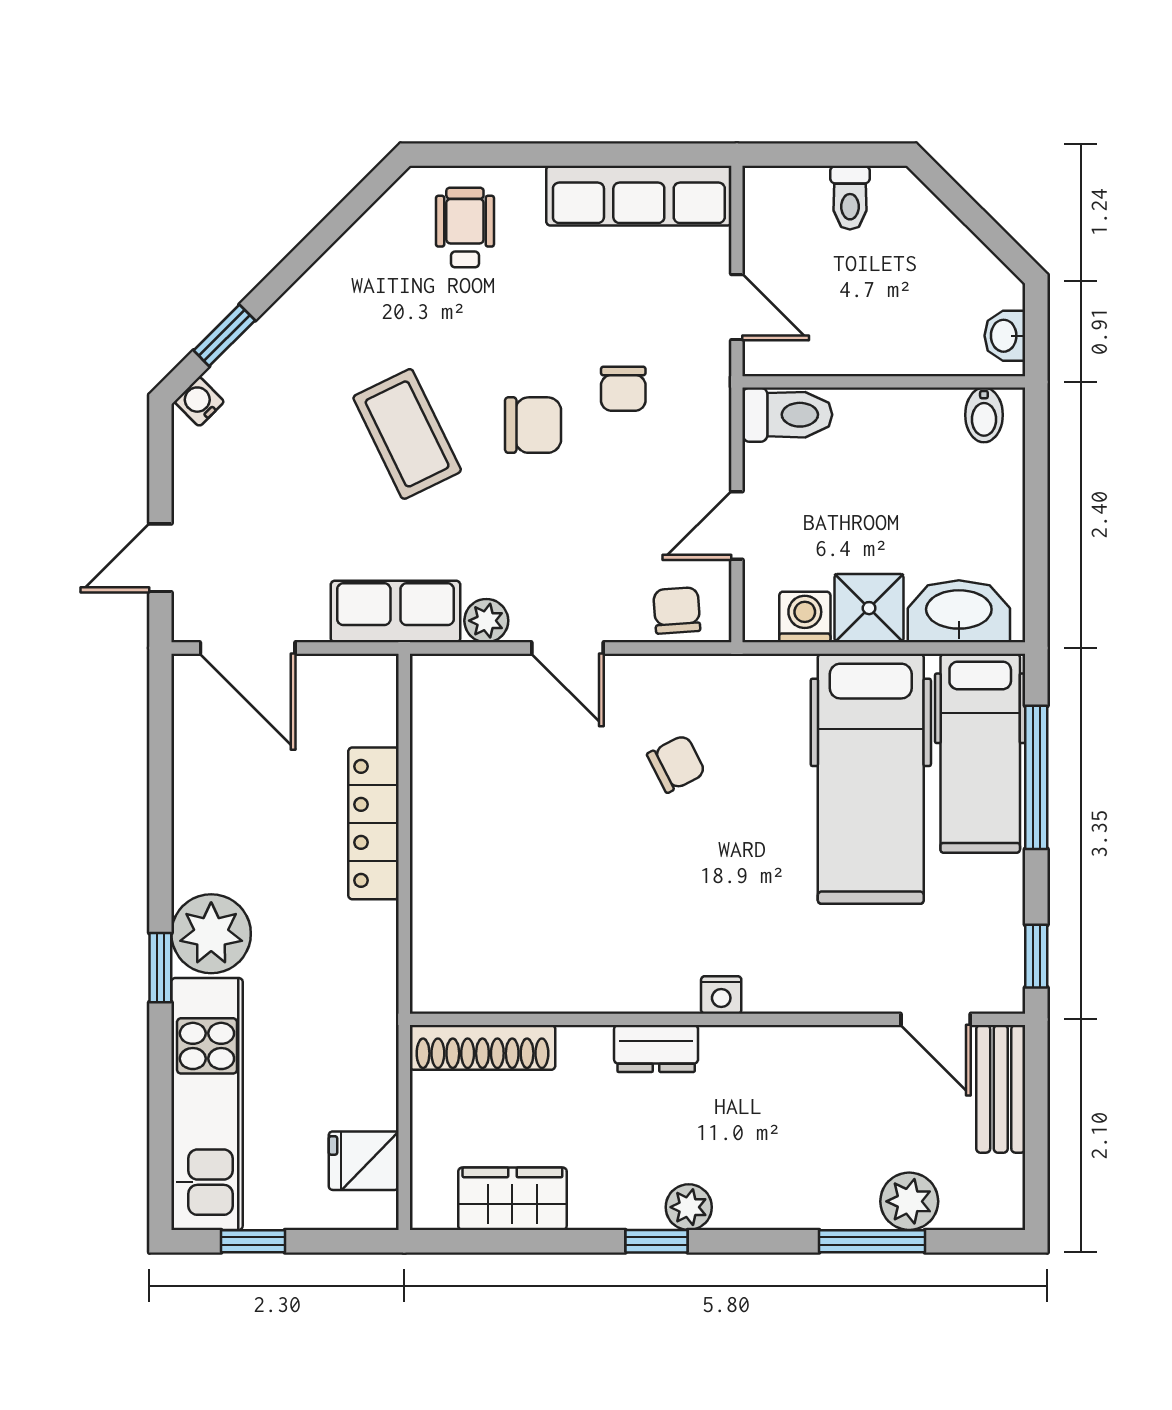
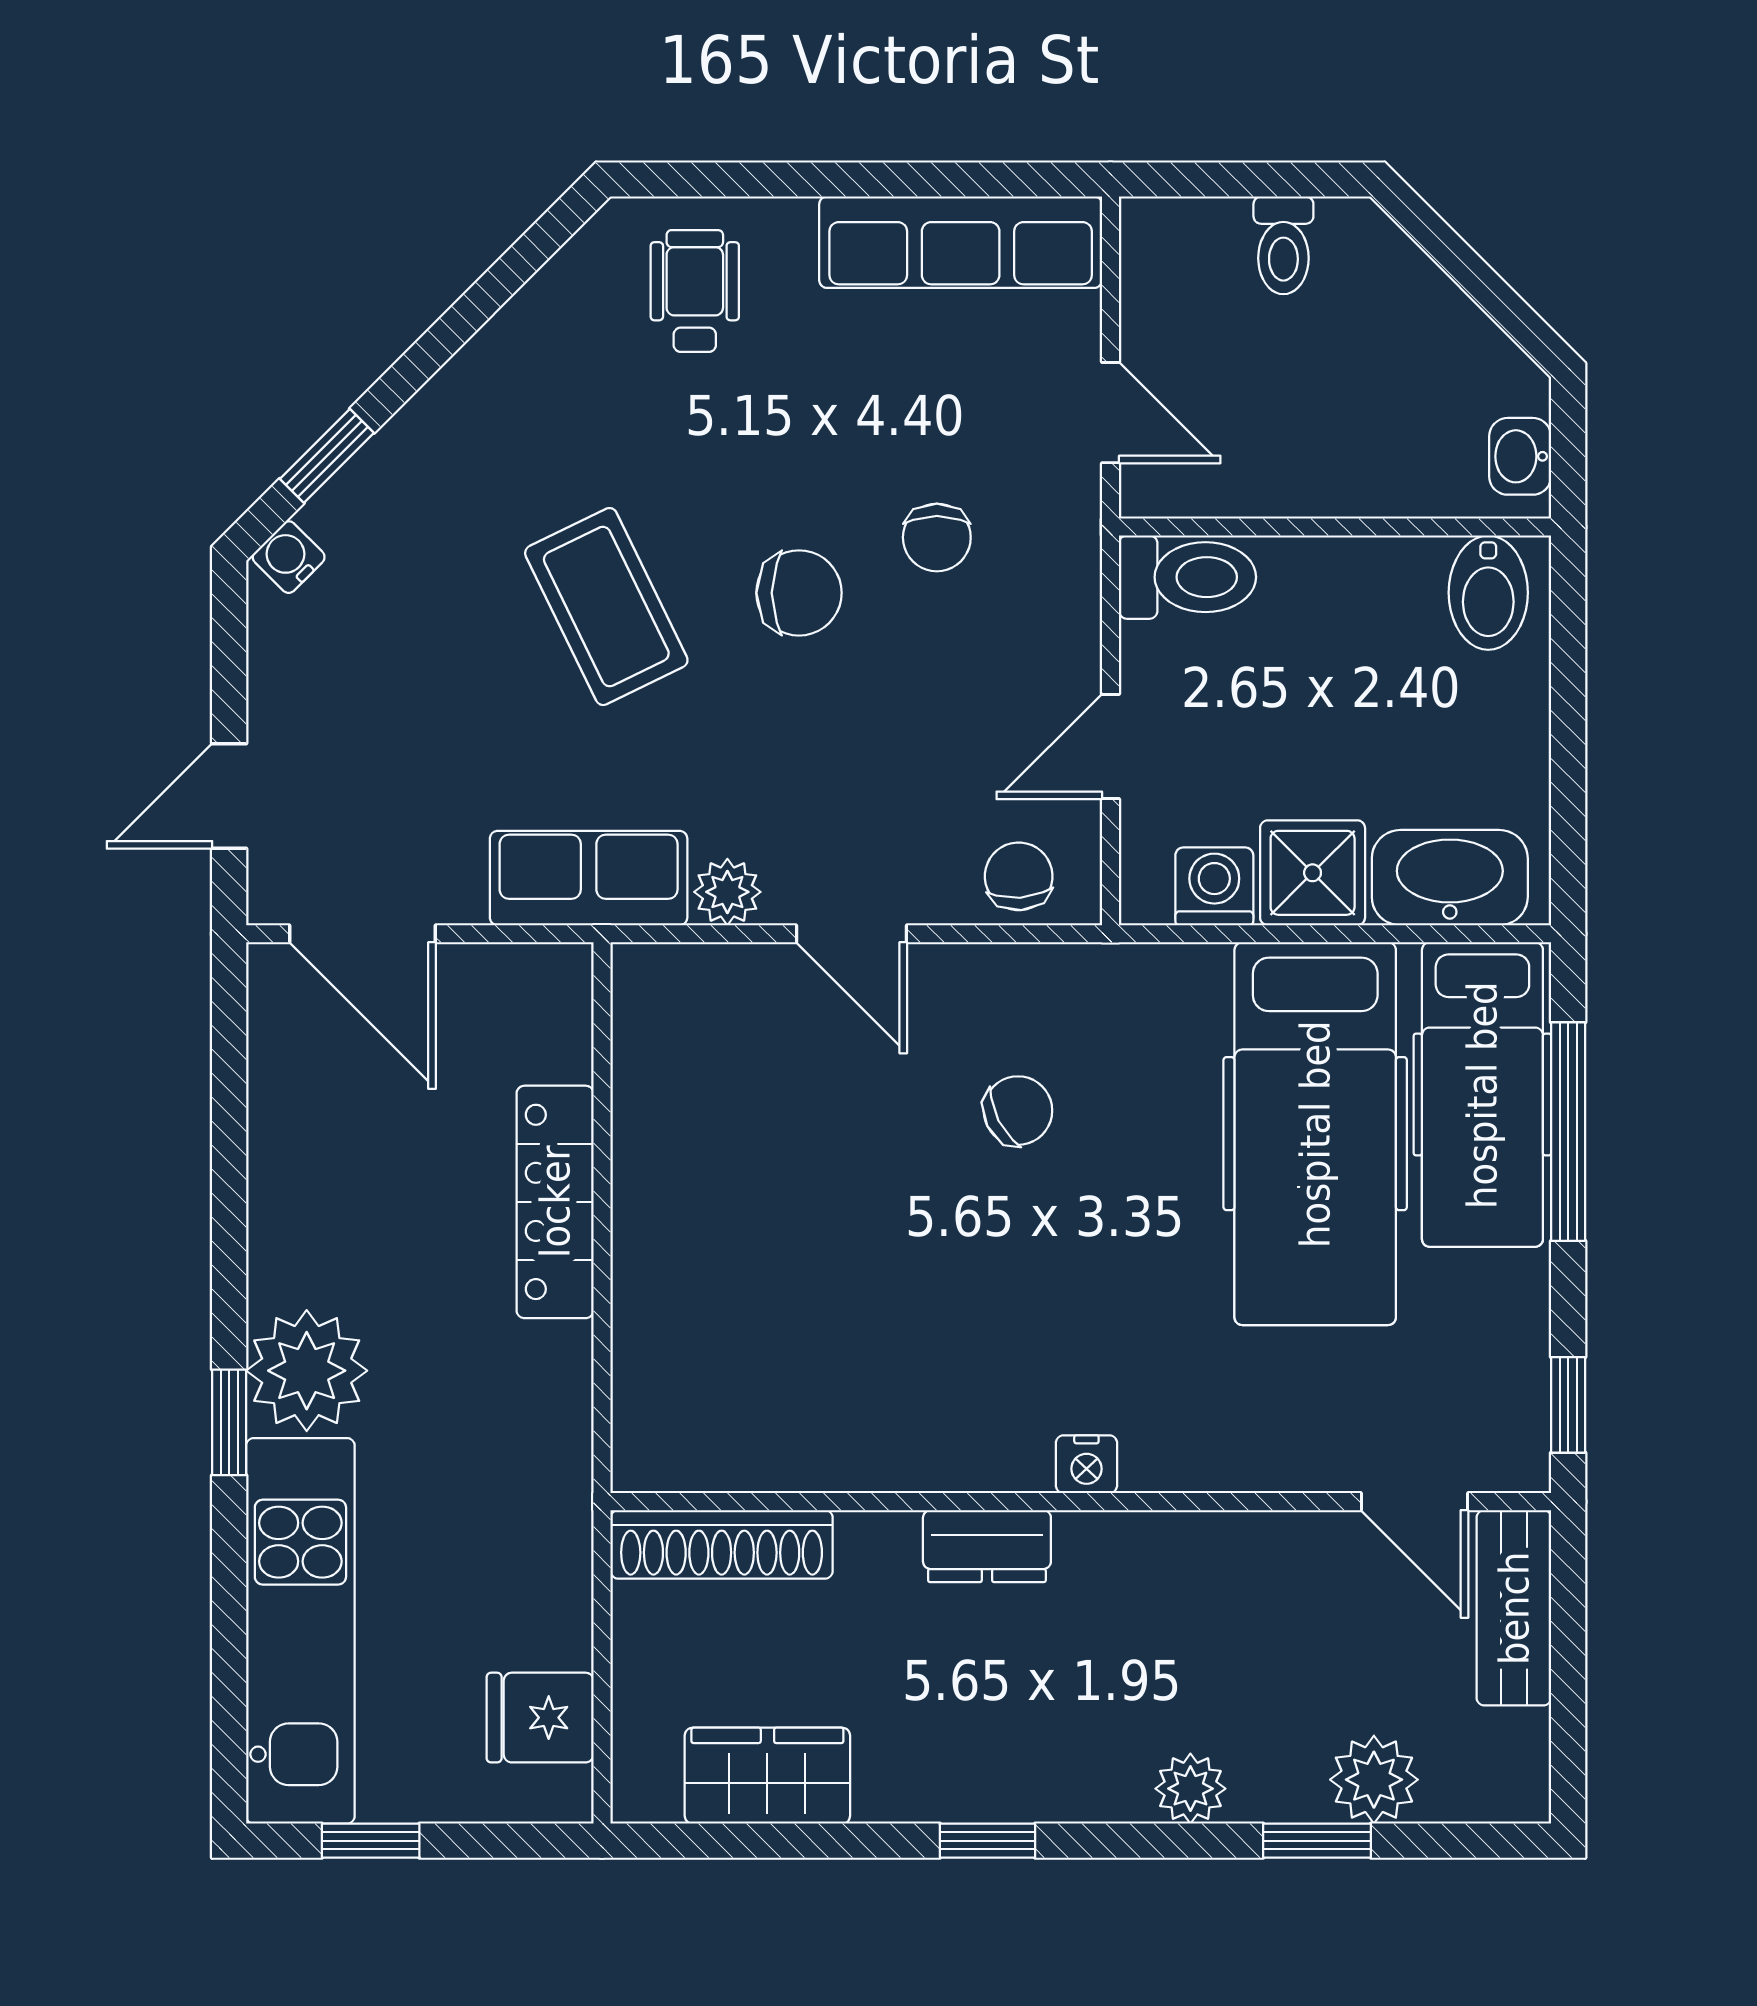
bidet: (984, 415) -> (1488, 593), width x1.38, depth x1.36
plant: (689, 1207) -> (1190, 1789), moved
window: (872, 1241) -> (1317, 1841), width x0.67

